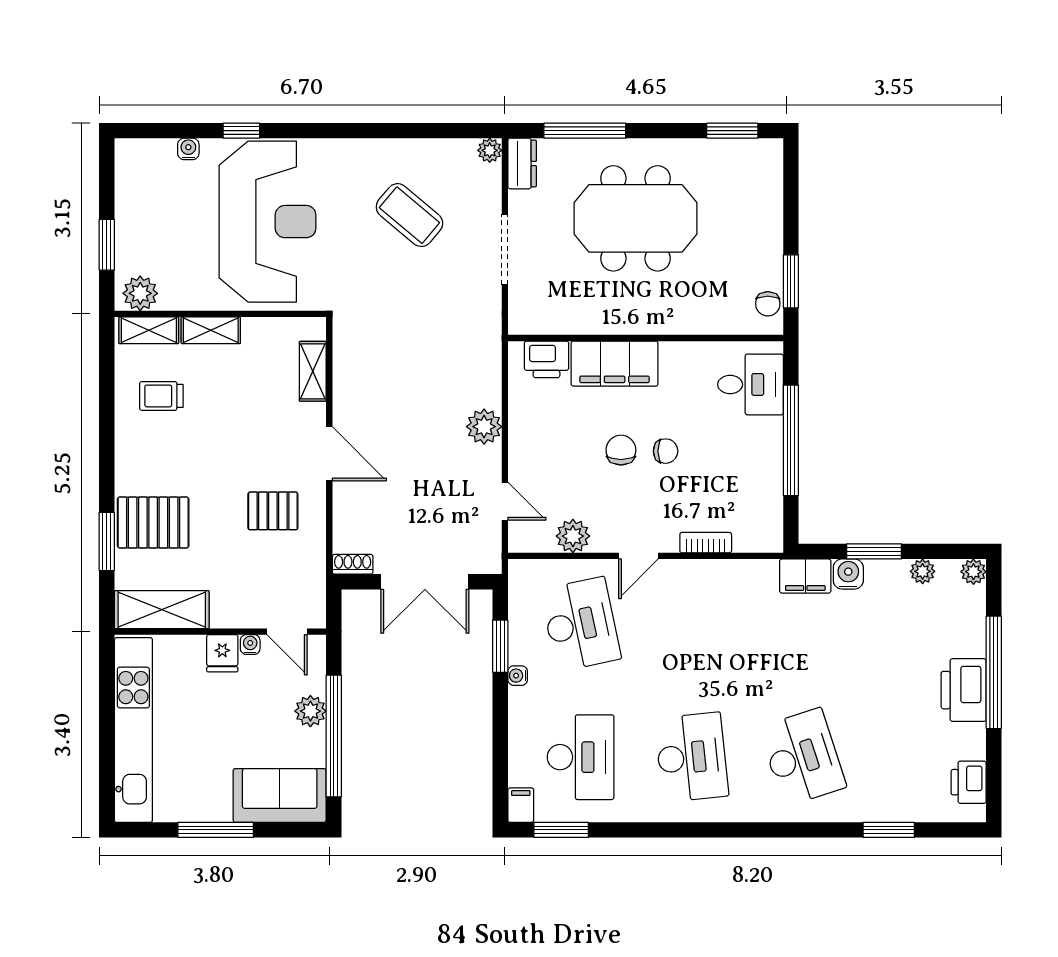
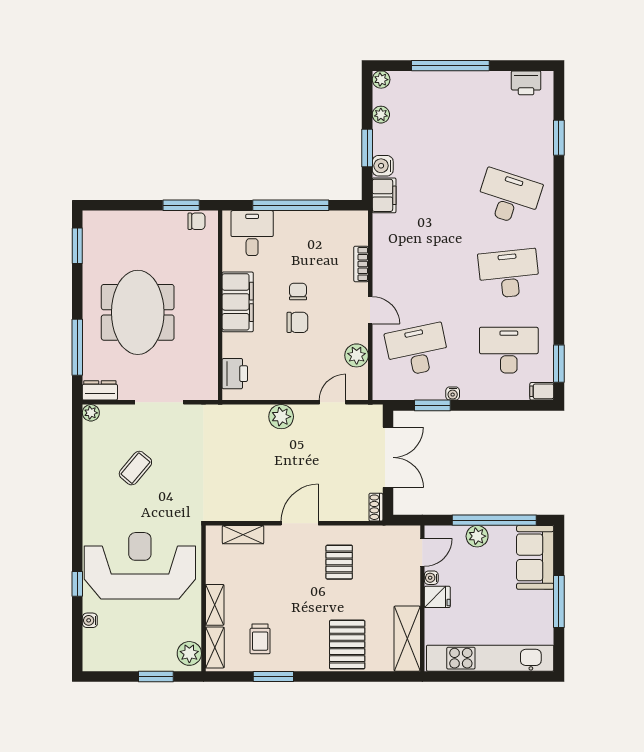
coffee table: (409, 215) -> (135, 468), width x0.73, depth x0.77
filing cabinet: (615, 364) -> (238, 302), moved
chair: (621, 450) -> (297, 322), turned 180
window: (107, 541) -> (273, 677), moved
printer: (964, 690) -> (463, 86), removed
desk: (802, 757) -> (509, 197), turned 36

